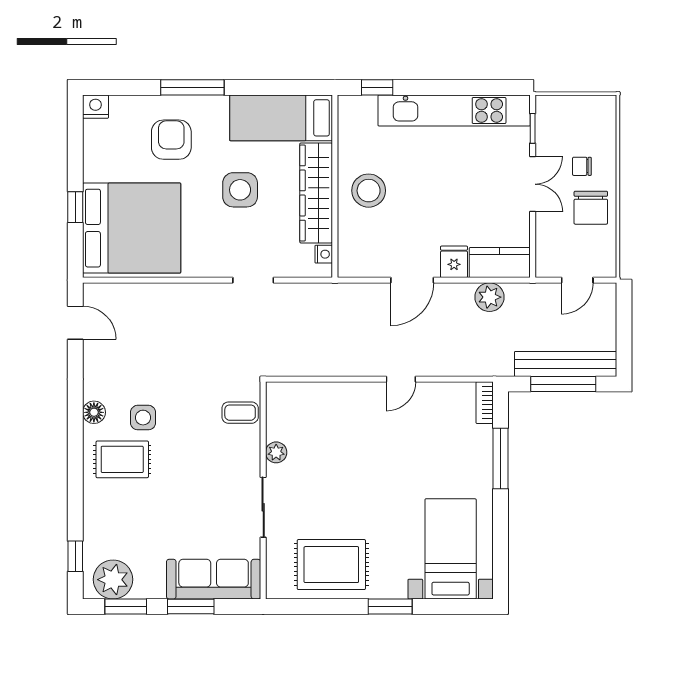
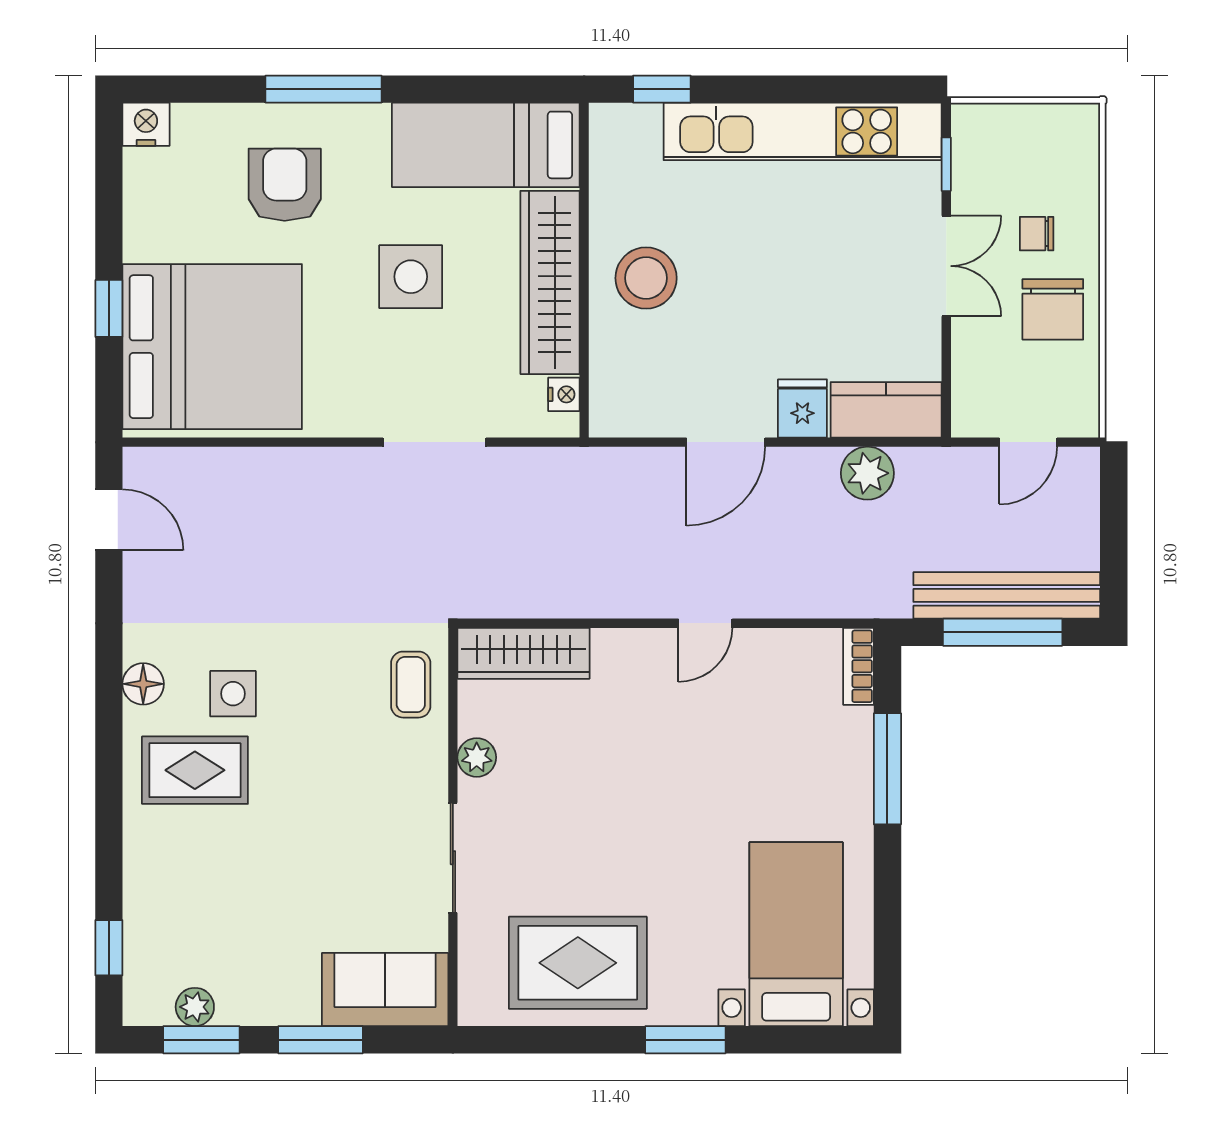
doorway: (253, 280) -> (435, 442), width x1.38
wardrobe: (302, 396) -> (523, 653), added
coffee table: (240, 413) -> (411, 685), turned 90
sofa: (214, 579) -> (385, 990), width x0.73
plant: (113, 580) -> (195, 1007), width x0.53, depth x0.53

